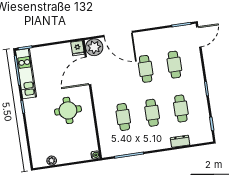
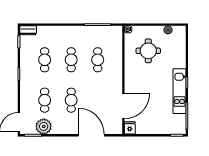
plant: (94, 47) -> (44, 126), moved
kitchen unit: (26, 74) -> (179, 91), moved
round table: (68, 110) -> (148, 51), moved
dresser: (180, 141) -> (28, 30), moved

